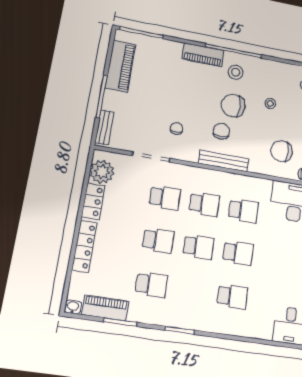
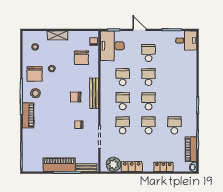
piano: (120, 66) -> (59, 165), moved
chair: (233, 106) -> (35, 74), moved
locker: (84, 246) -> (163, 167), width x0.66
school desk: (232, 297) -> (149, 53), moved

